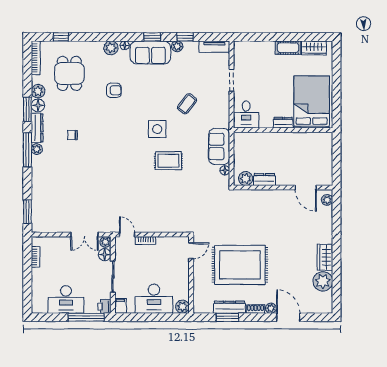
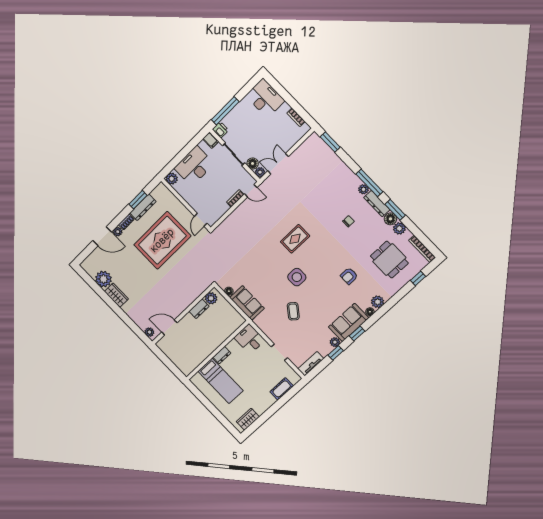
cot: (288, 48) -> (282, 389), moved
bed: (312, 102) -> (221, 381), width x0.67
rug: (168, 161) -> (295, 239), moved
desk: (66, 300) -> (265, 98), moved, turned 90

